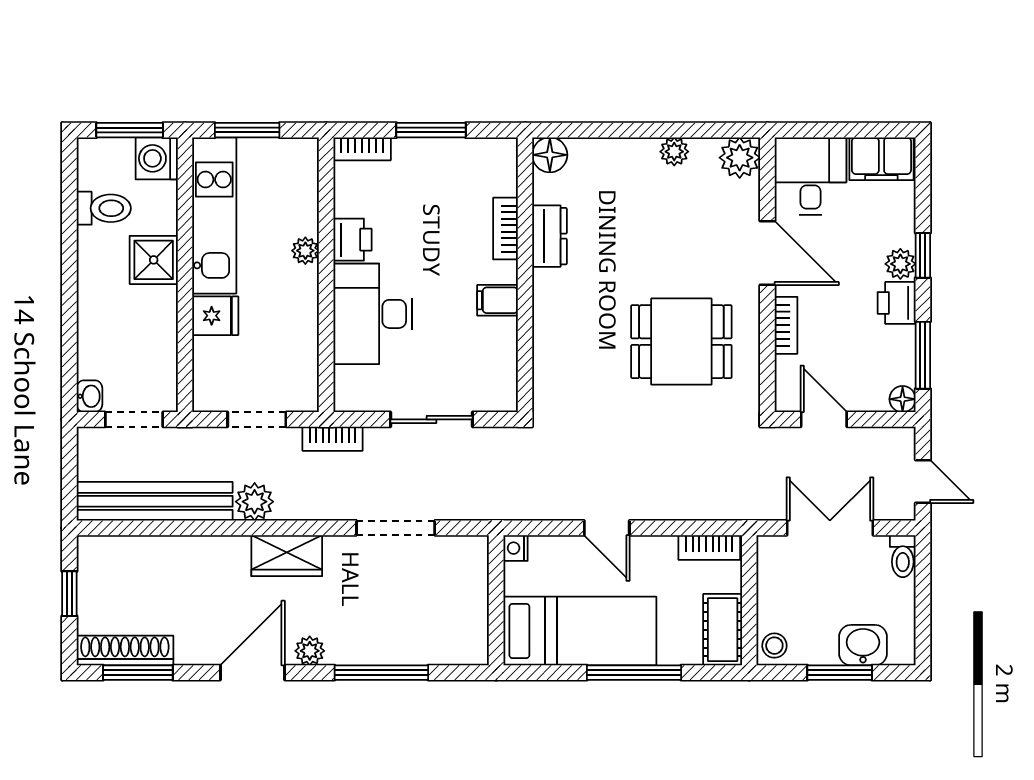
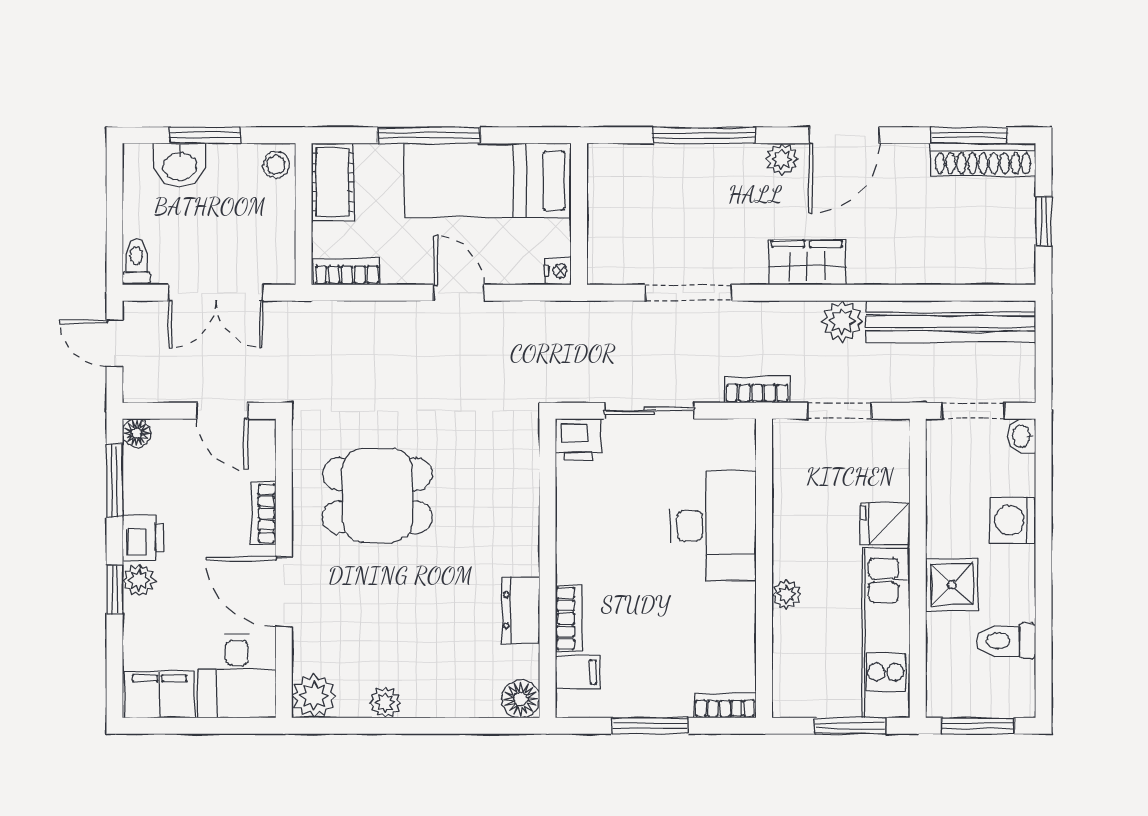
washing machine: (157, 158) -> (1013, 520), moved, turned 180
printer: (352, 240) -> (578, 440), moved, turned -90
filing cabinet: (497, 300) -> (578, 672), moved

